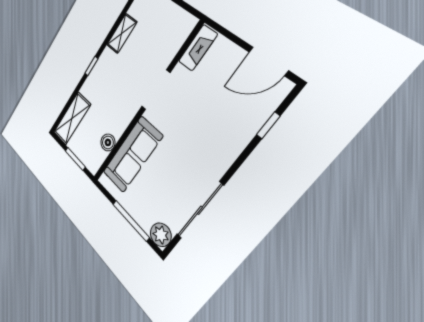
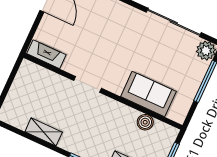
doorway: (156, 90) -> (88, 84), width x0.73
sofa: (132, 154) -> (148, 94), width x0.73

